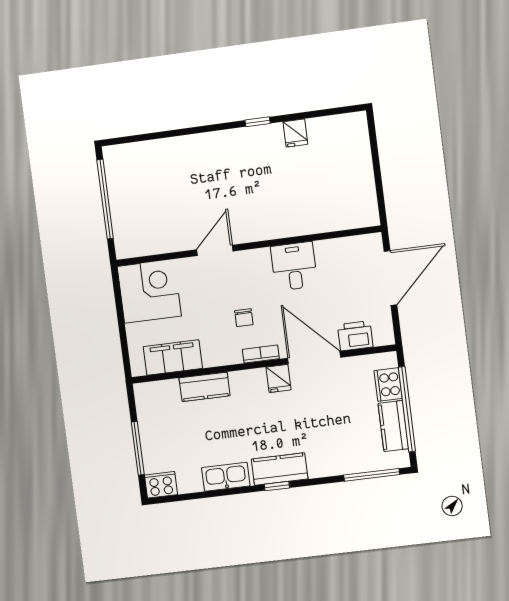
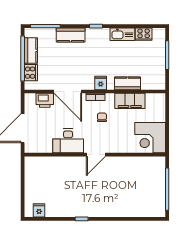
fridge: (295, 133) -> (39, 210), moved
door: (215, 250) -> (96, 155), moved
desk: (294, 266) -> (68, 141), width x1.37
filing cabinet: (173, 357) -> (130, 101), moved
fridge: (278, 379) -> (101, 83), moved
kitchen counter: (280, 469) -> (71, 35), moved
cooker: (161, 485) -> (144, 34), moved

